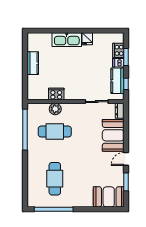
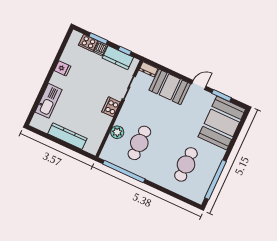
kitchen sink: (67, 40) -> (49, 101), moved
kitchen counter: (33, 63) -> (67, 136), width x1.50
cooker: (56, 94) -> (111, 107), moved
door: (126, 159) -> (199, 85), swing flipped
cafe table: (55, 179) -> (186, 164), turned 90
booth: (109, 197) -> (222, 123), width x1.36, depth x1.42

